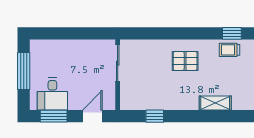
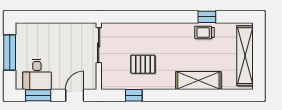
pallet: (185, 61) -> (143, 64), moved
shelving: (215, 103) -> (198, 80), width x1.50, depth x1.33

